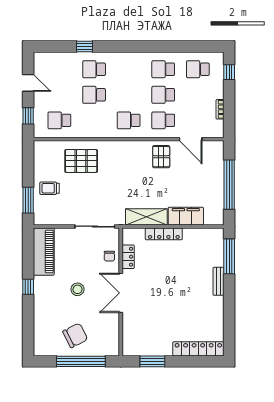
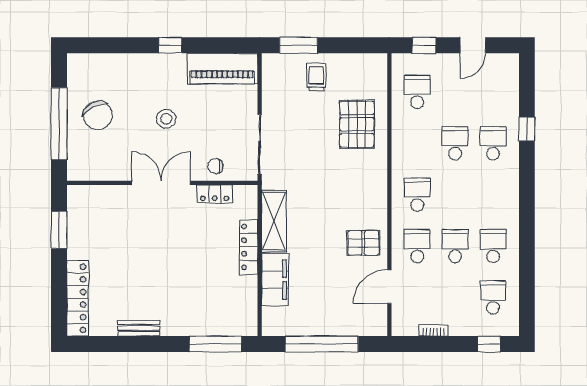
bench: (218, 281) -> (139, 328), moved

